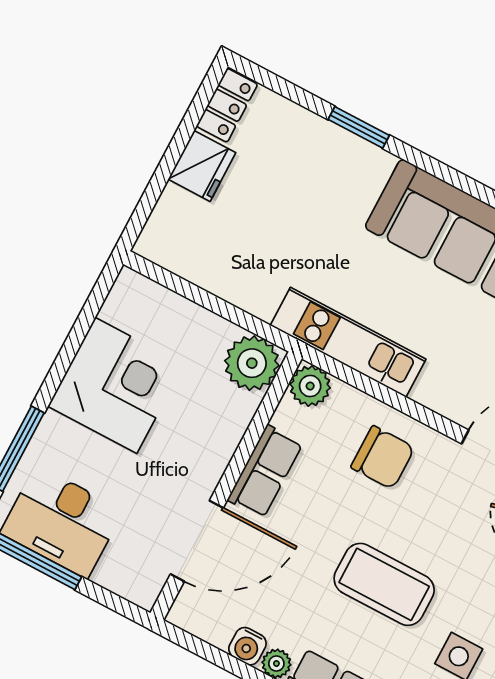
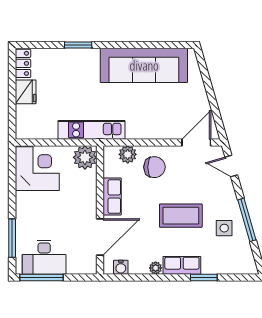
kitchen unit: (348, 342) -> (91, 130), moved
corner desk: (116, 385) -> (37, 169), moved
plant: (310, 386) -> (128, 154), moved
water cooler: (247, 646) -> (121, 267), moved

